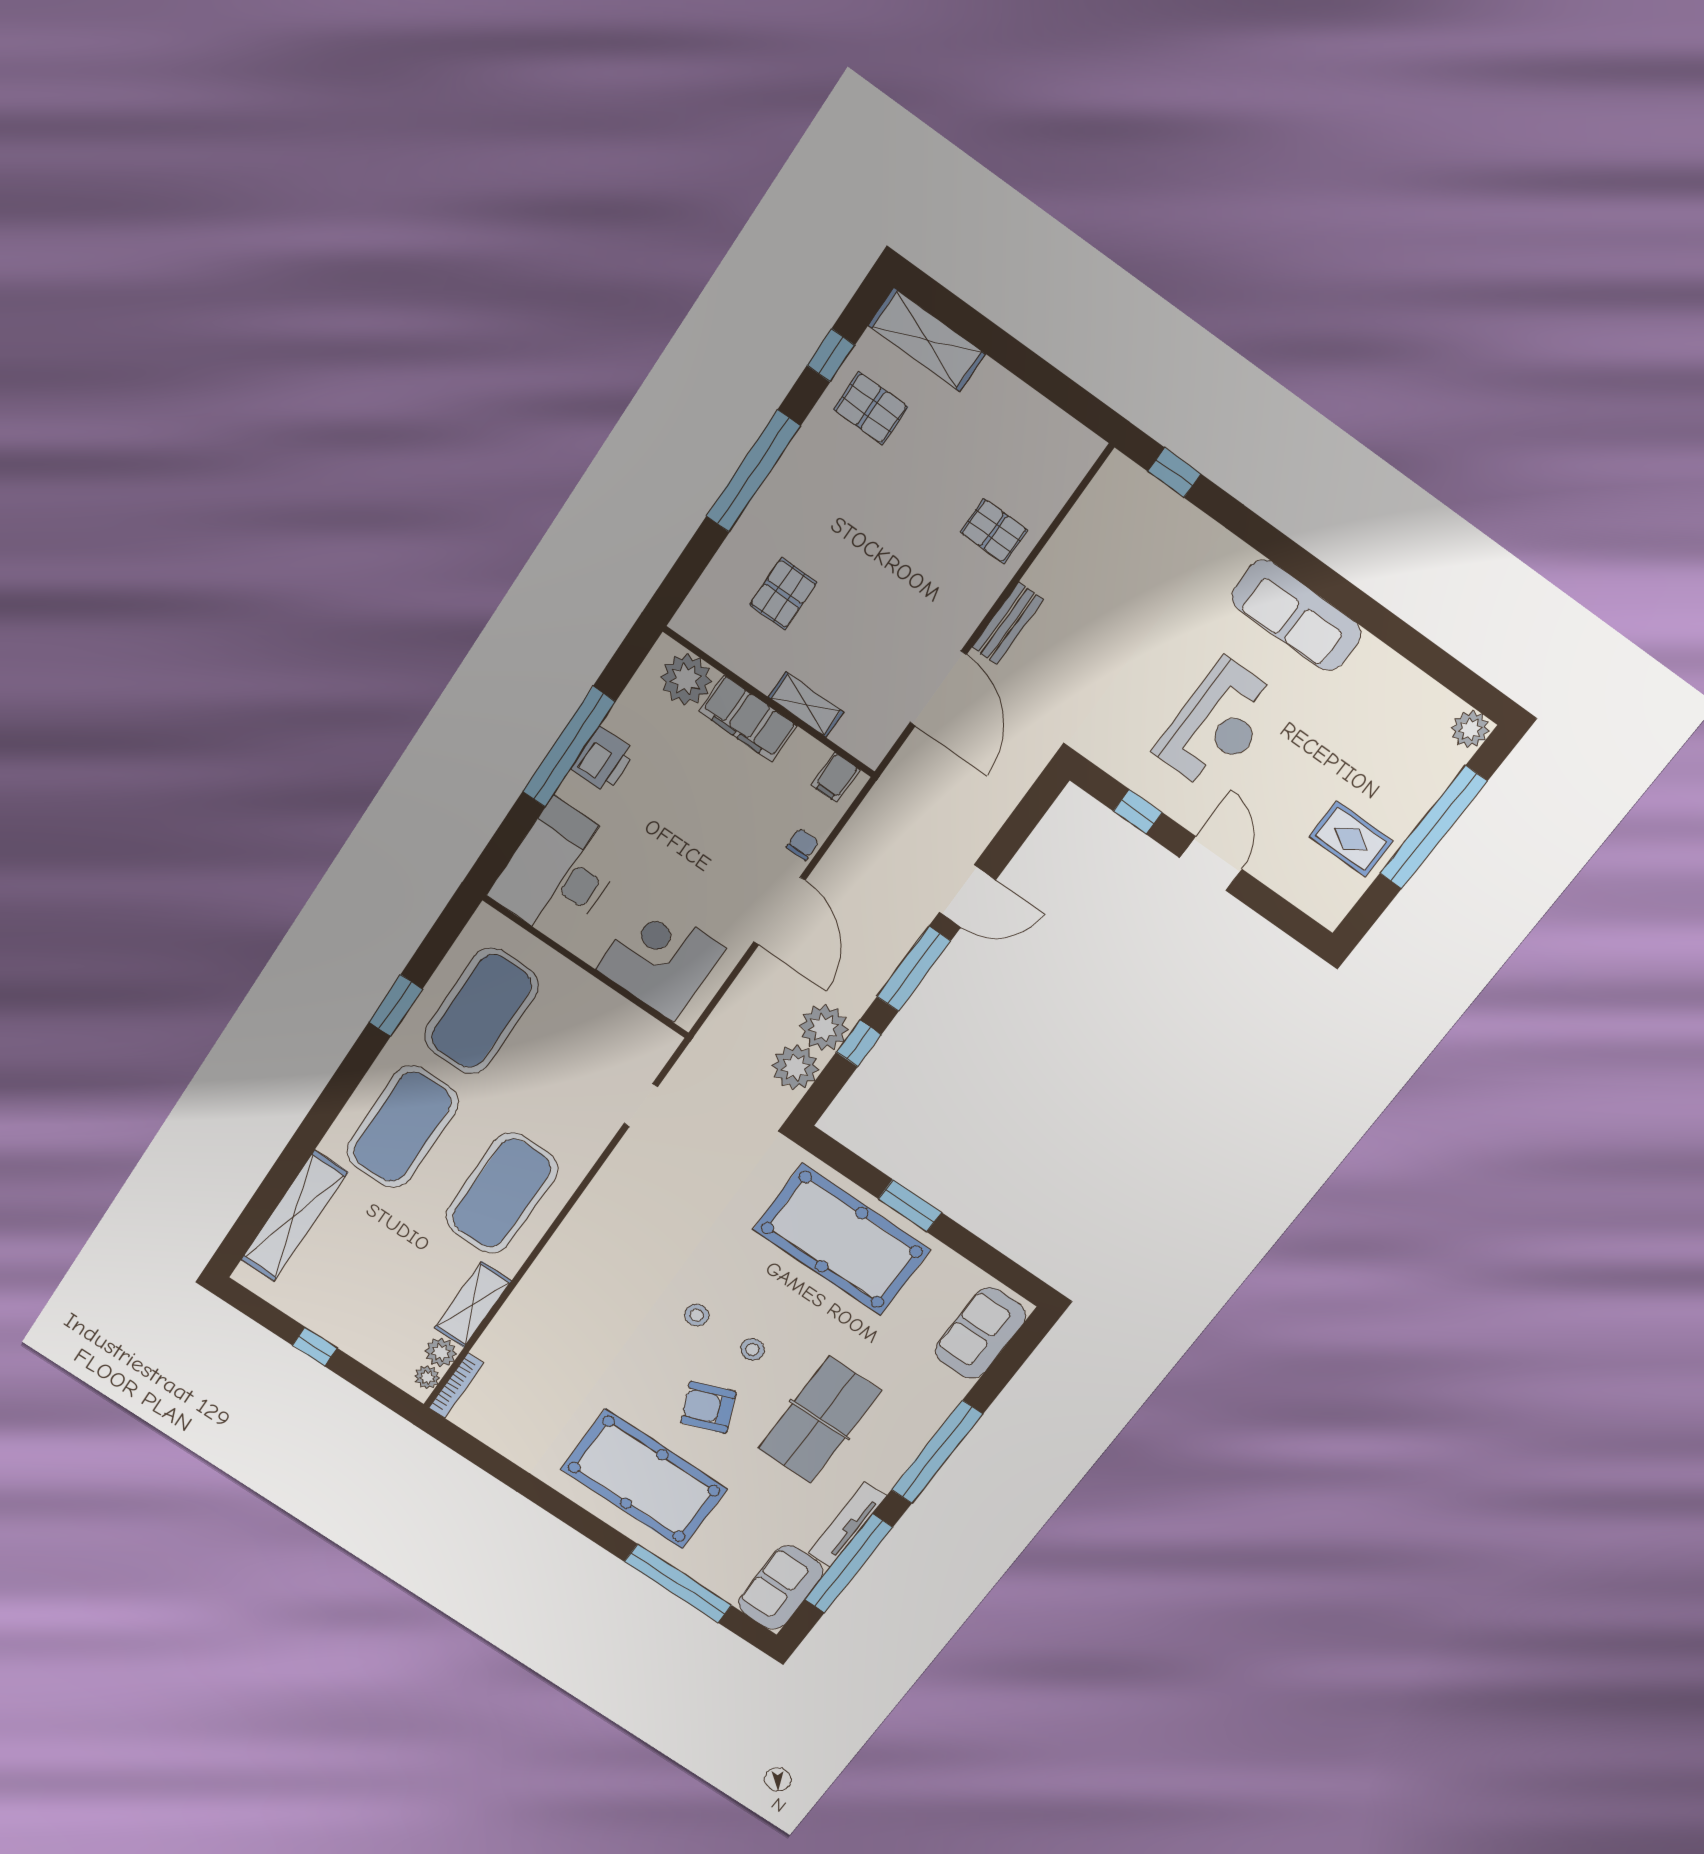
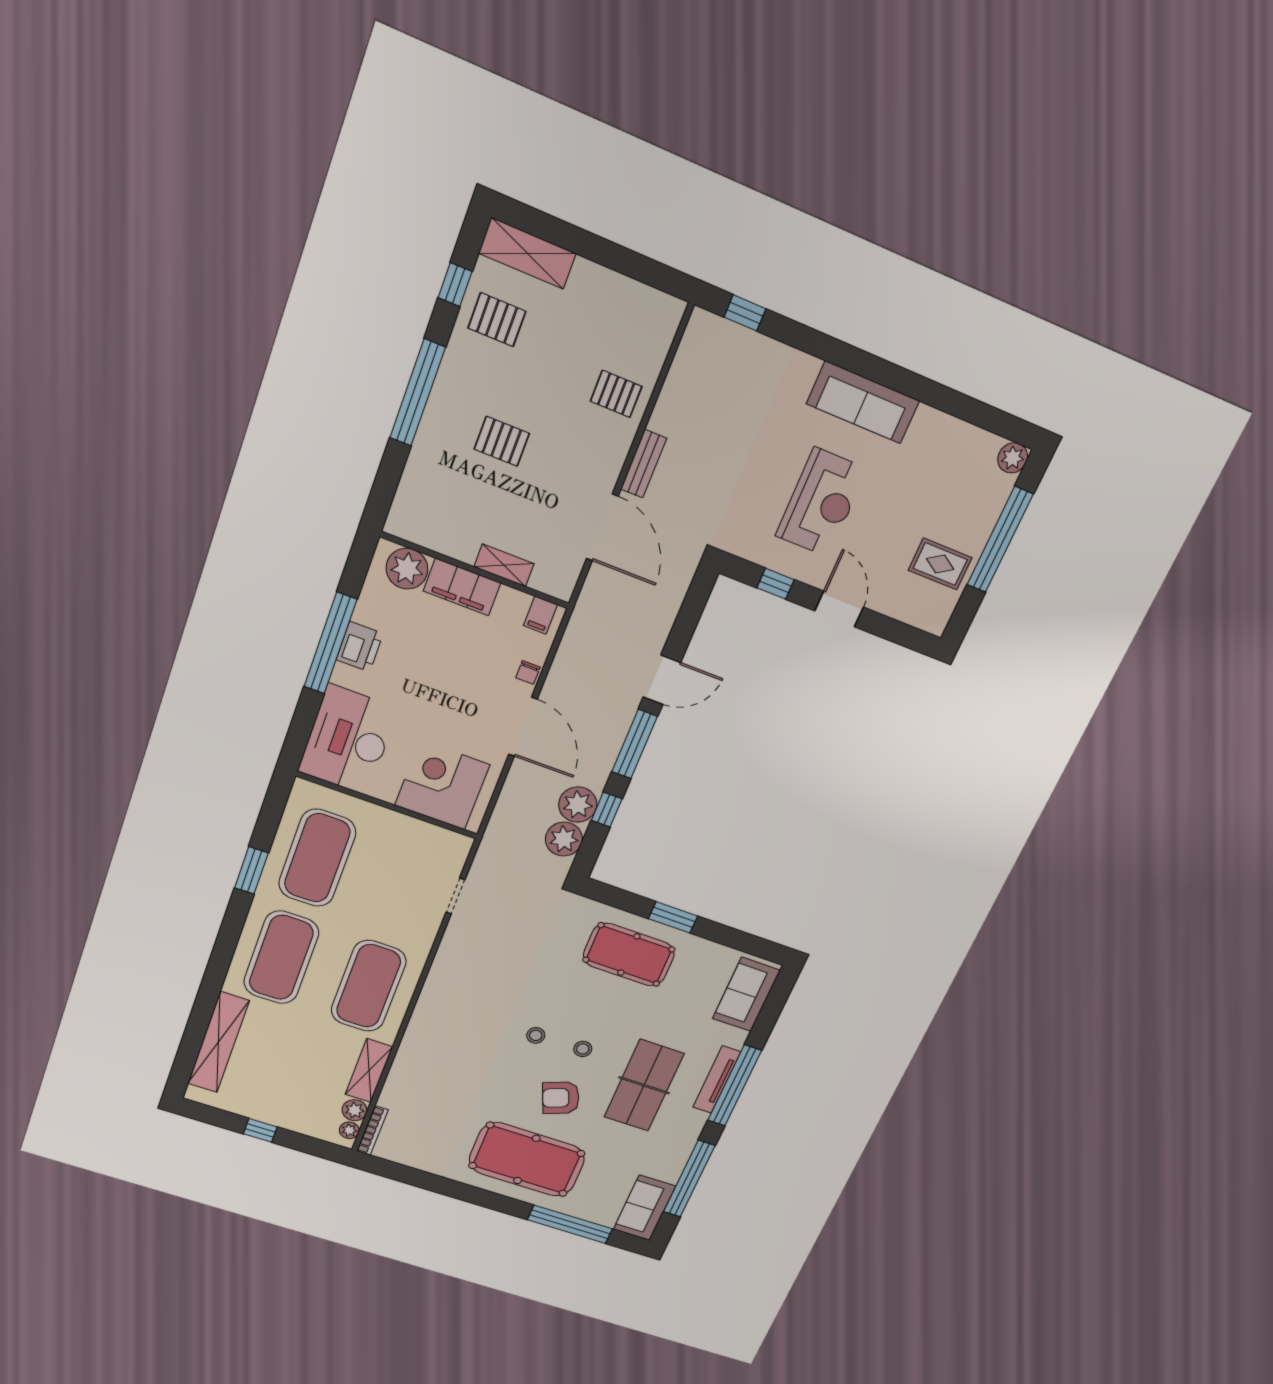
pallet: (783, 594) -> (502, 441), moved, turned 90
chair: (802, 845) -> (528, 672), turned 180
pool table: (842, 1240) -> (629, 955), width x0.73, depth x0.76
tv unit: (847, 1524) -> (717, 1080), moved

